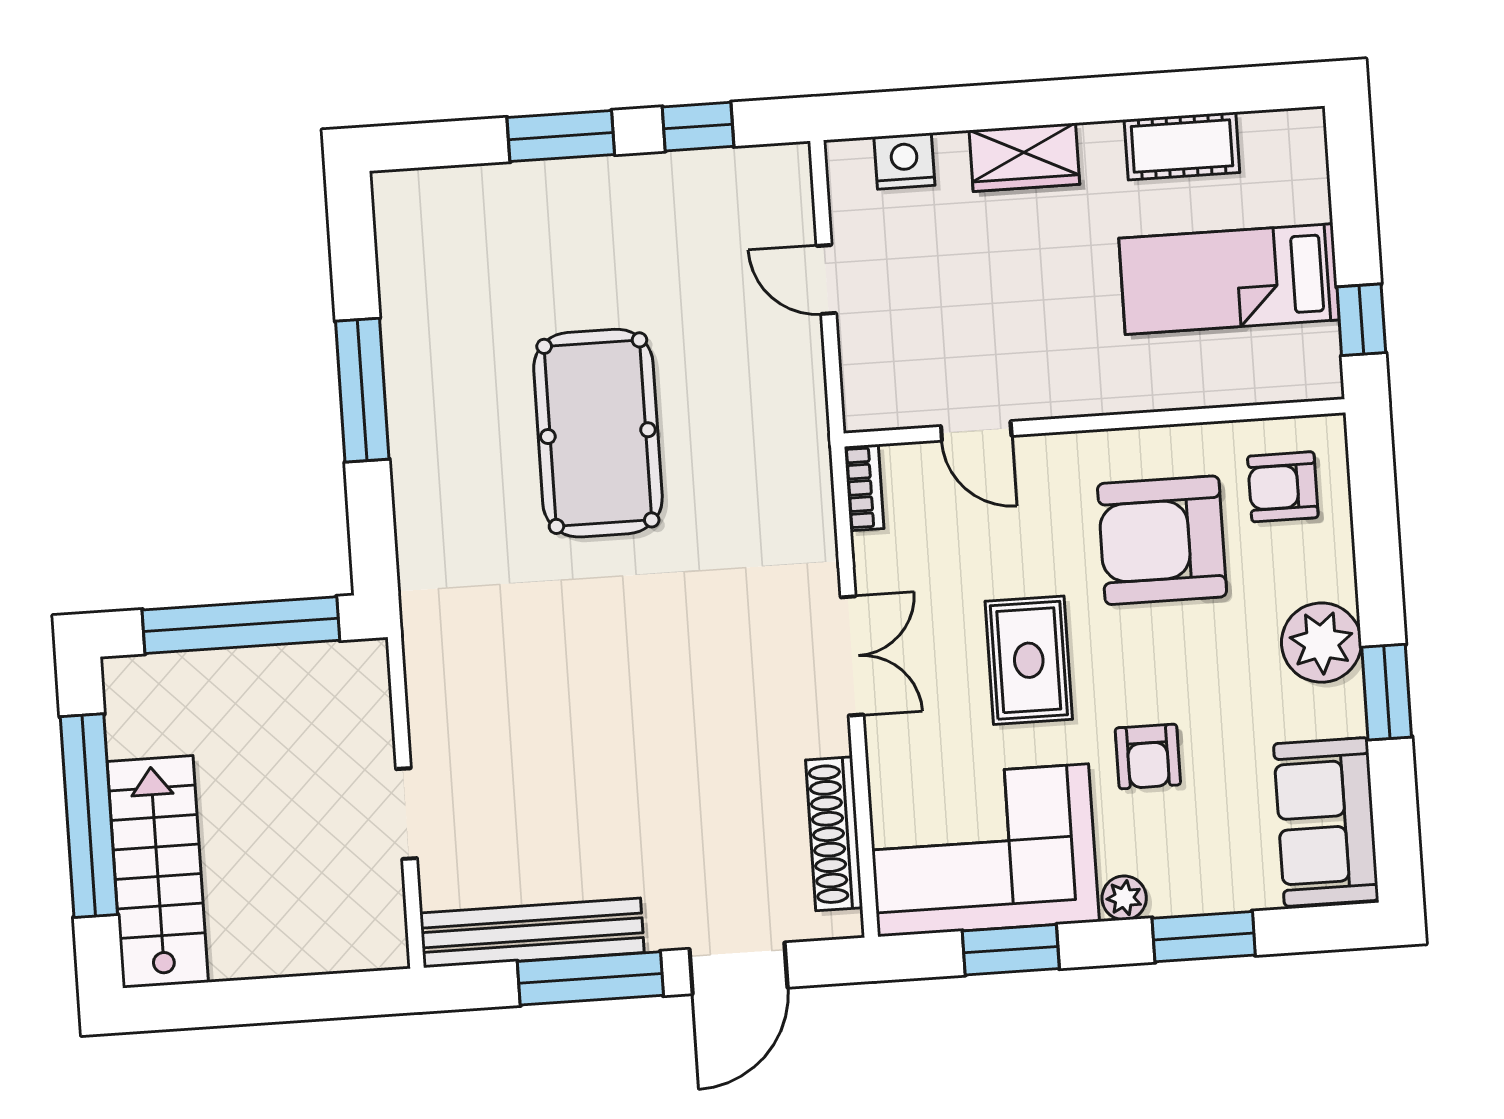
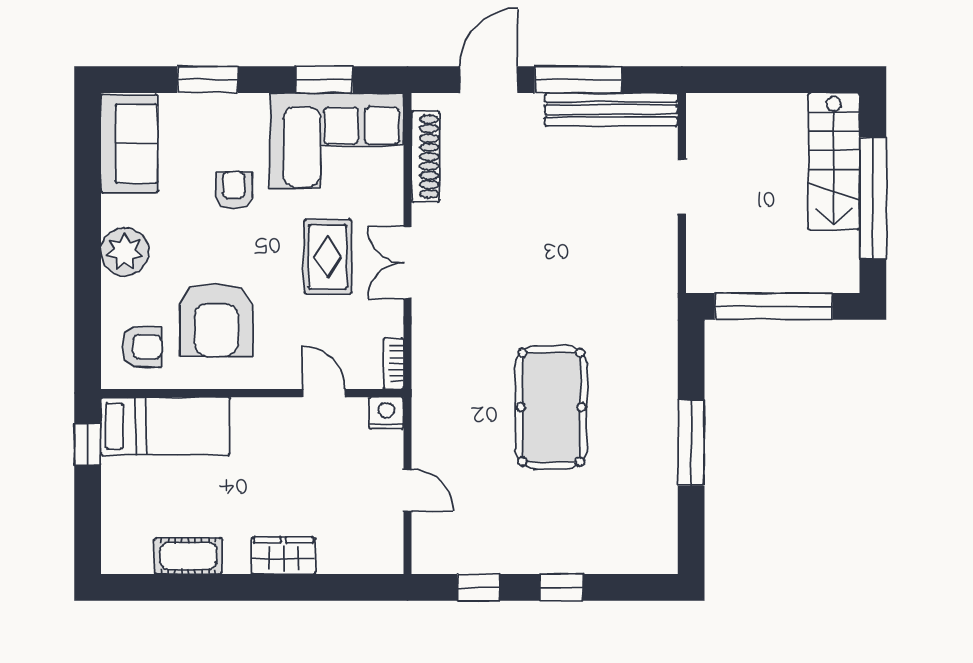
window: (561, 136) -> (561, 587), width x0.67
nightstand: (904, 161) -> (386, 413), moved, turned 180
bed: (1229, 279) -> (165, 426), moved
armchair: (1162, 540) -> (216, 320), turned 90
rug: (1029, 660) -> (328, 257), moved
window: (1387, 692) -> (88, 219), removed
plant: (1124, 898) -> (254, 106), removed

